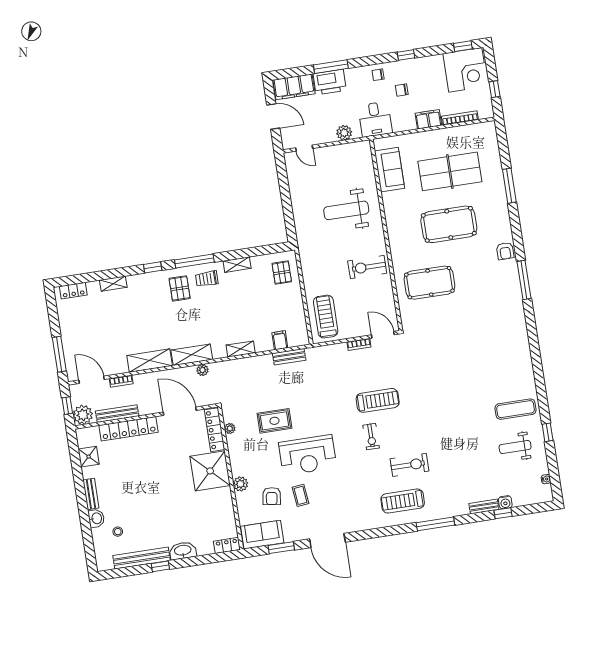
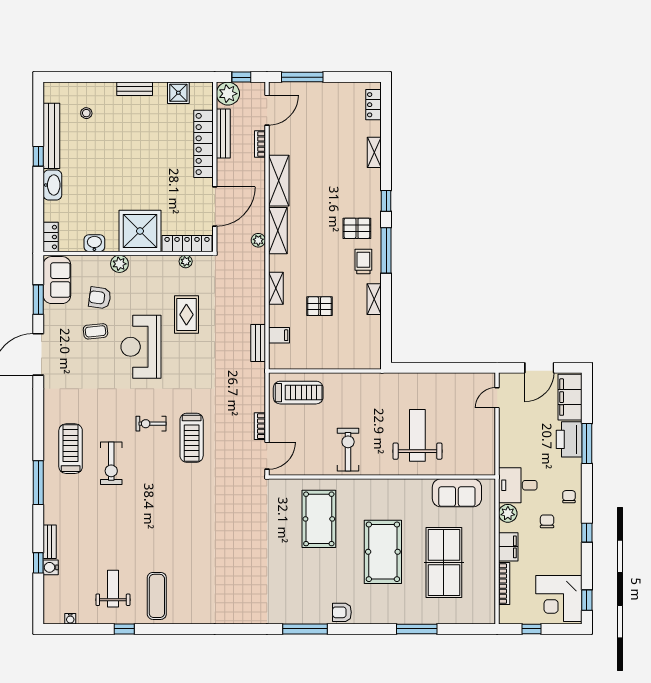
plant: (344, 133) -> (508, 513), moved
pallet: (282, 273) -> (320, 306), moved
washbasin: (96, 518) -> (94, 243), moved, turned 180

